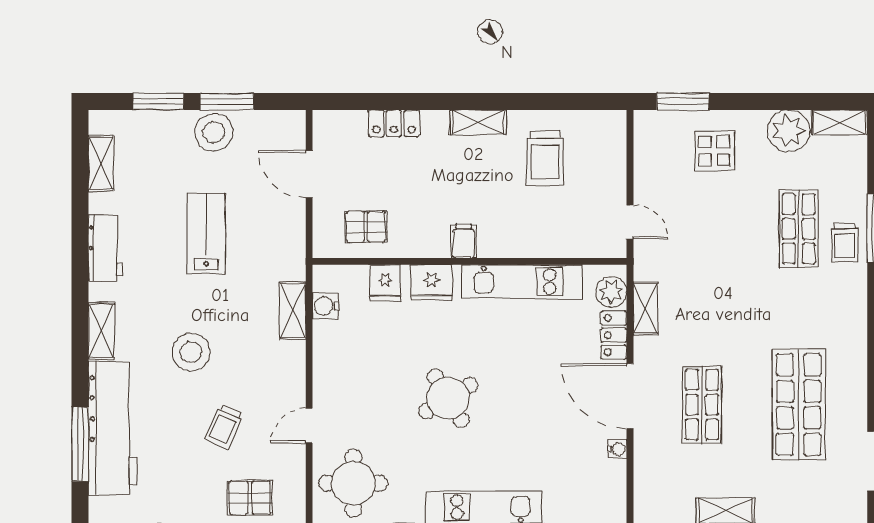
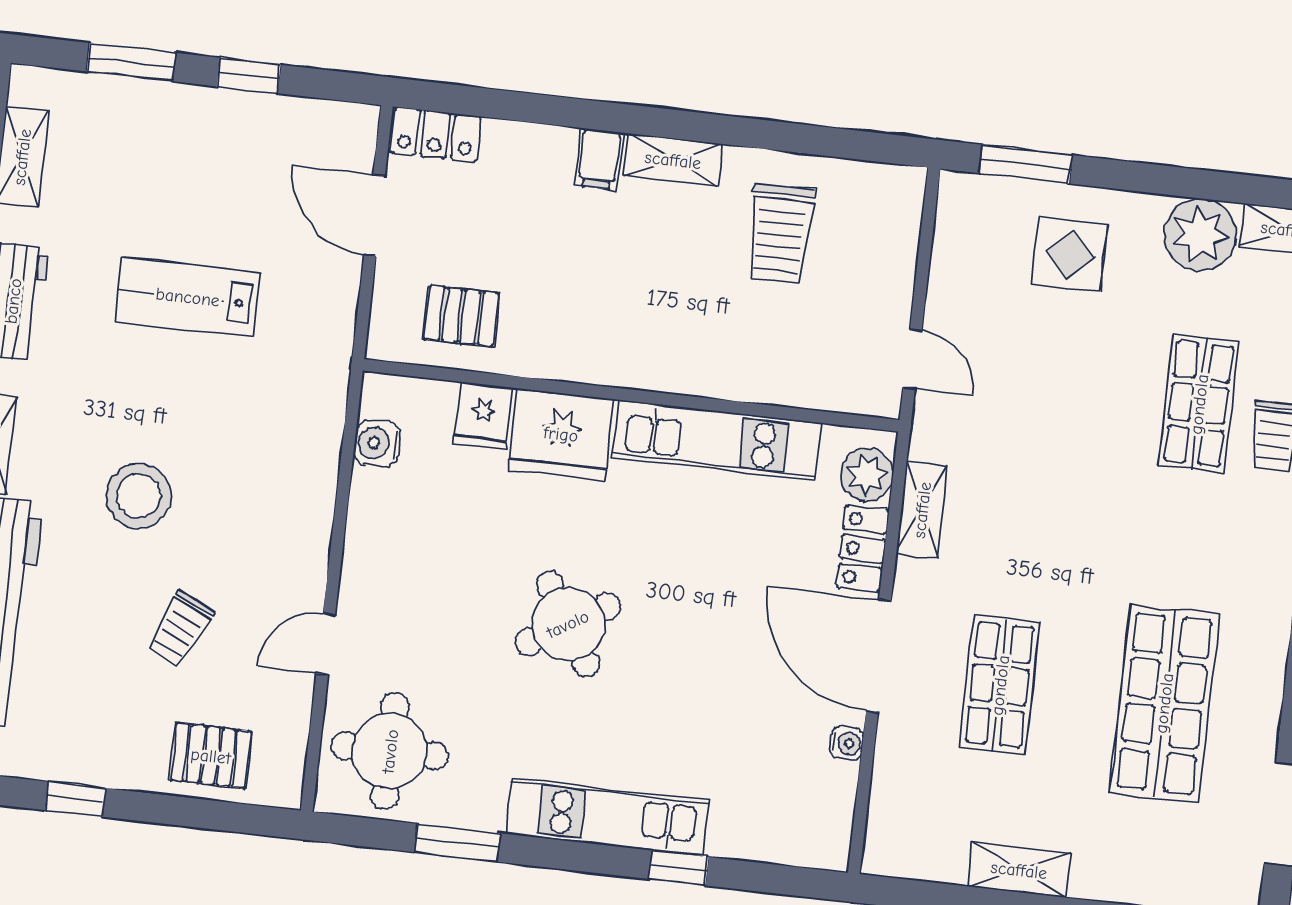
window: (227, 102) -> (249, 76), width x0.67
locker: (394, 123) -> (435, 134), moved
stool: (214, 132) -> (220, 125), removed
lab bench: (206, 234) -> (188, 297), turned -90
filing cabinet: (463, 241) -> (599, 159), moved, turned 180
fridge: (432, 283) -> (561, 434), width x1.36, depth x1.34
shelving: (293, 311) -> (320, 445), removed

